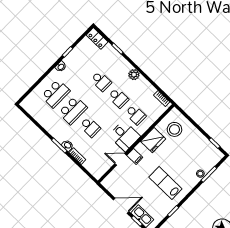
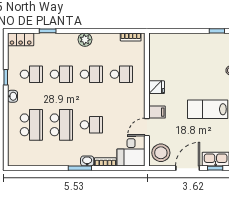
school desk: (84, 64) -> (31, 74), added
stool: (174, 129) -> (161, 153), moved
desk: (125, 136) -> (131, 151), moved, turned 90
fridge: (153, 140) -> (157, 87), width x0.53, depth x0.75

